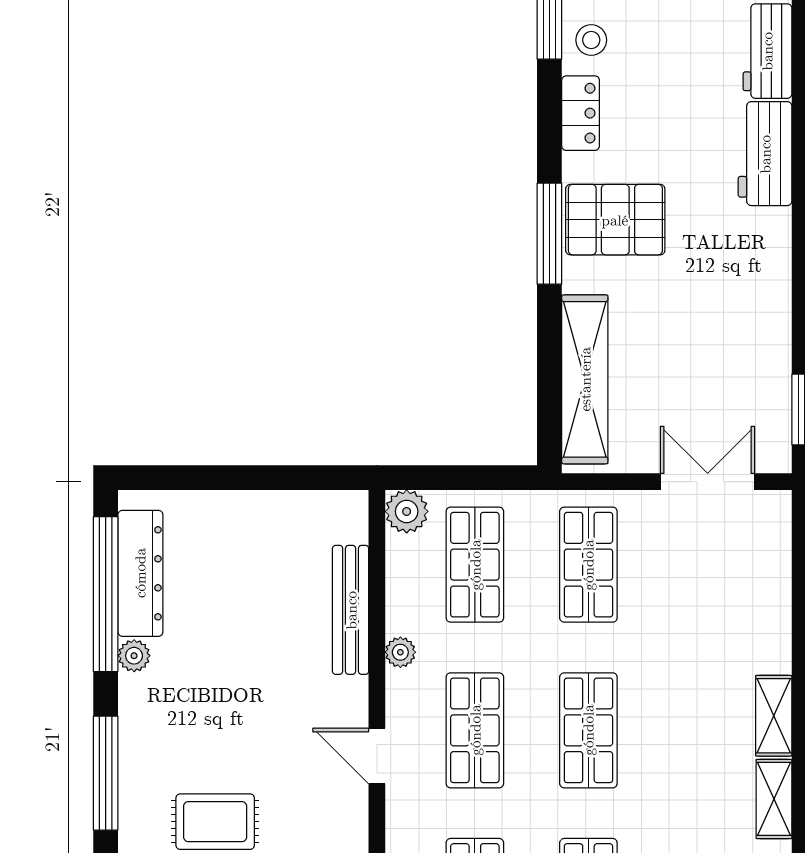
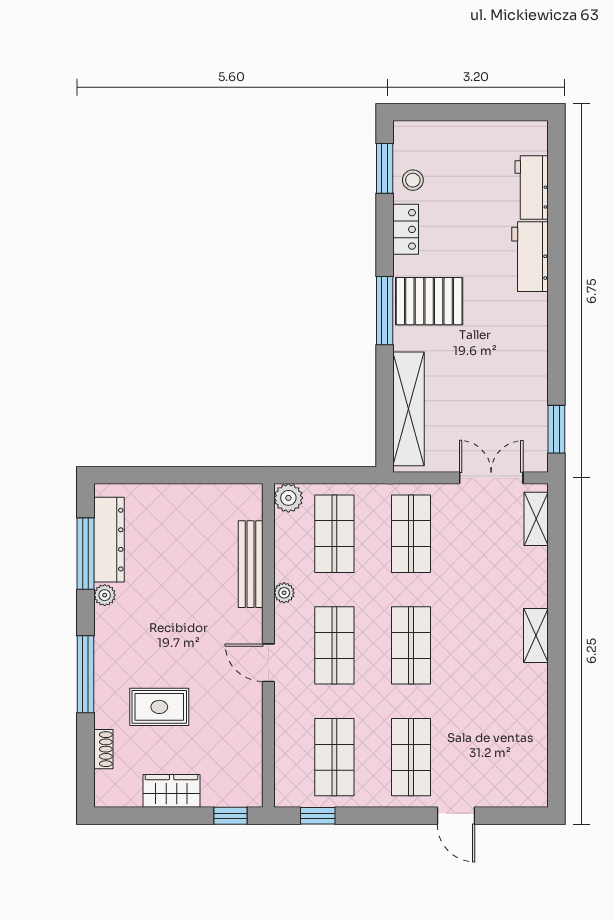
window: (106, 594) -> (85, 554), width x0.68
shelving: (774, 799) -> (536, 519), moved

